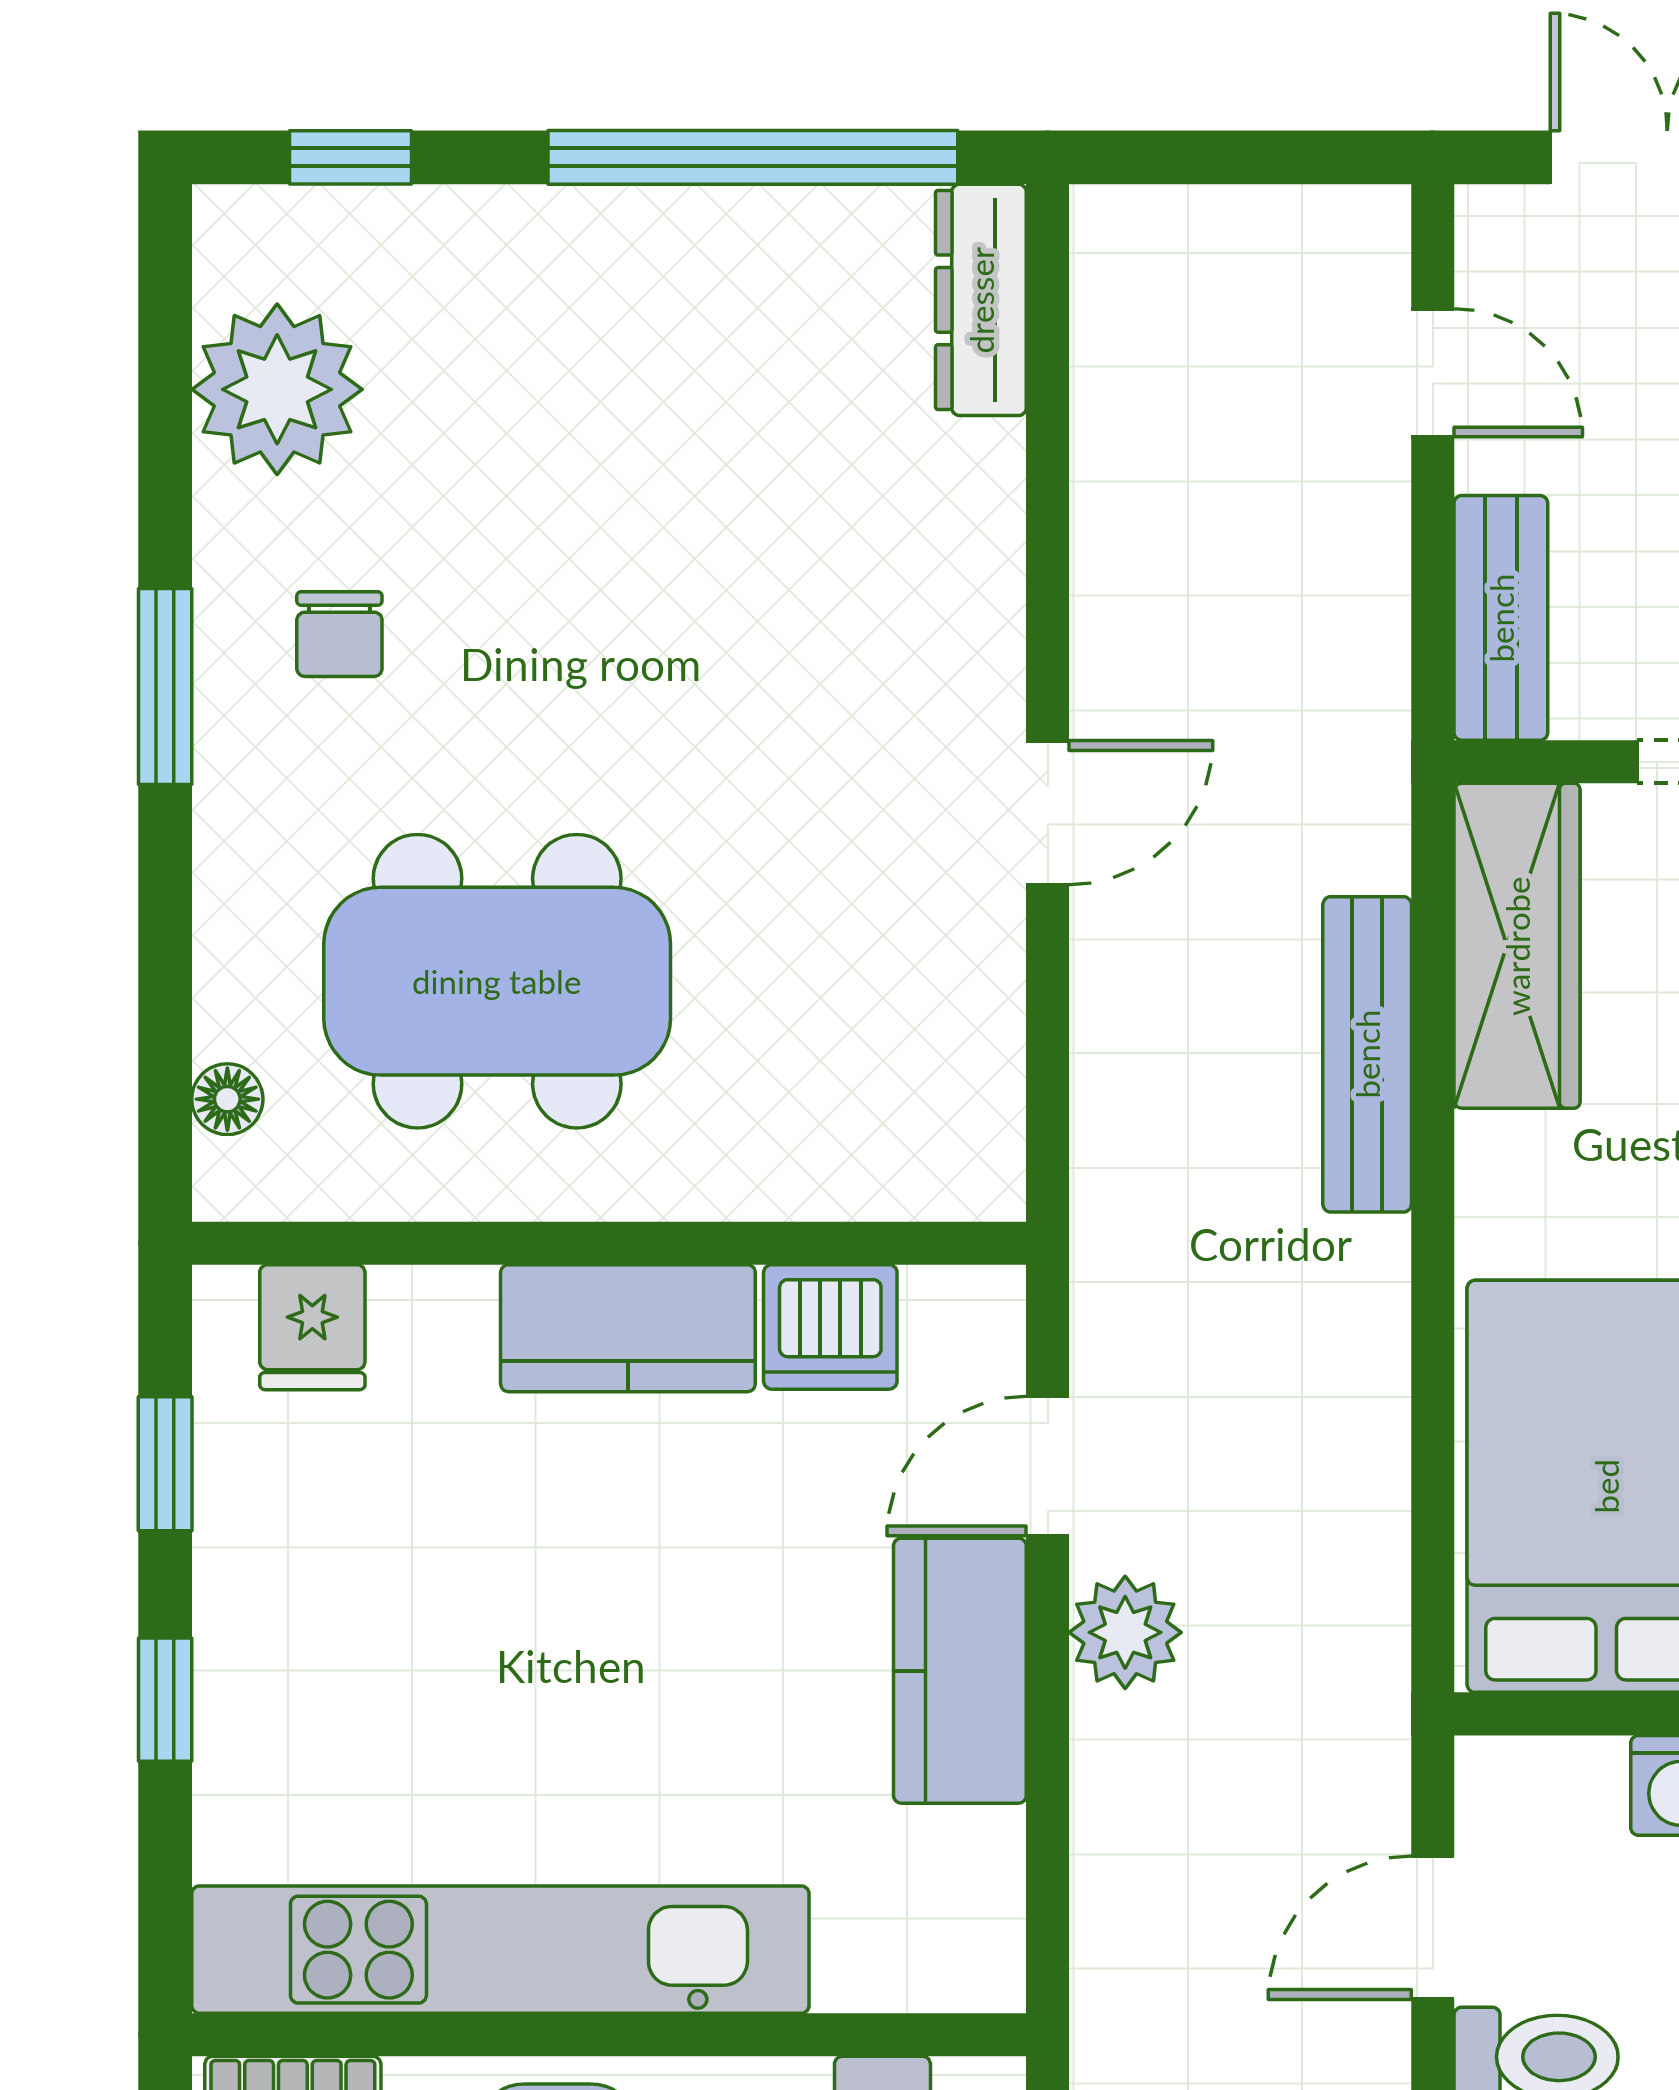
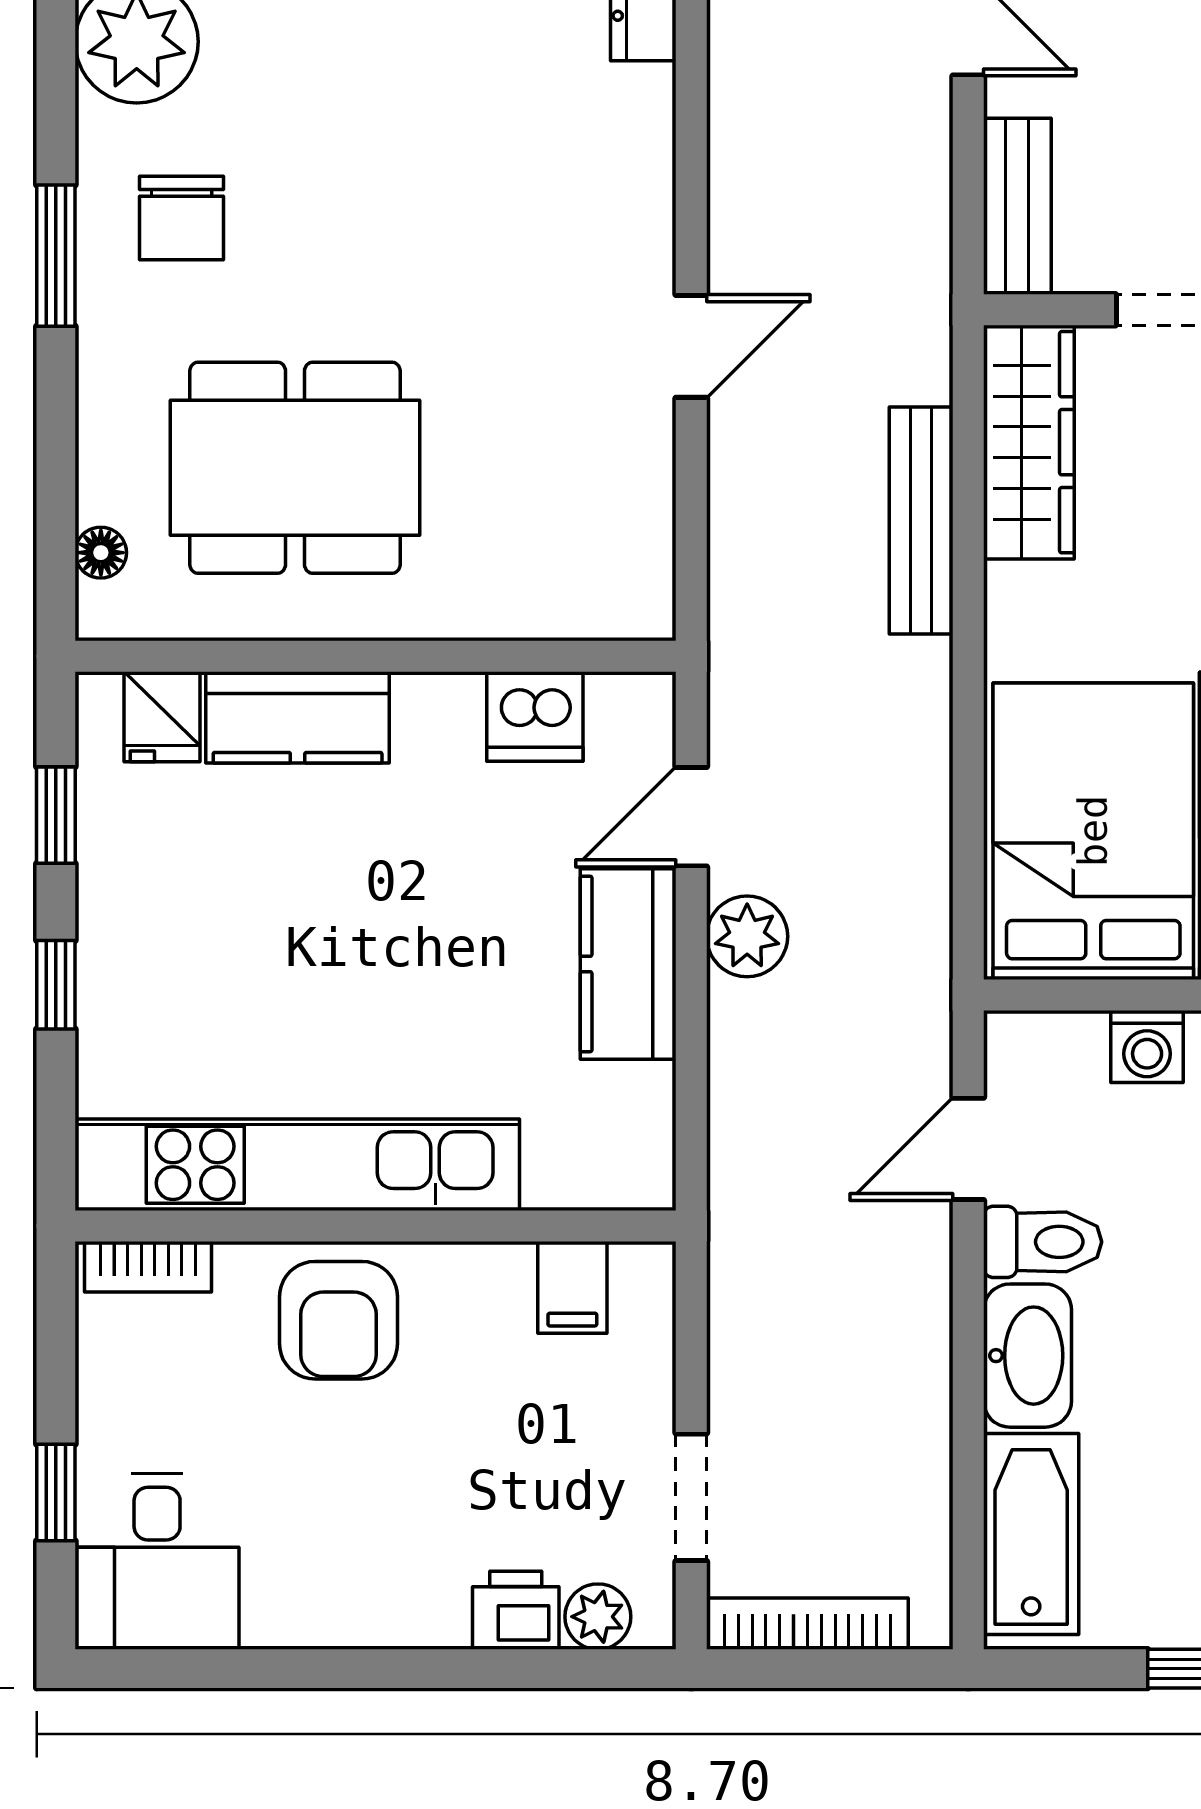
chair: (339, 634) -> (182, 218), width x1.37, depth x1.37
kitchen counter: (628, 1328) -> (298, 717), moved

